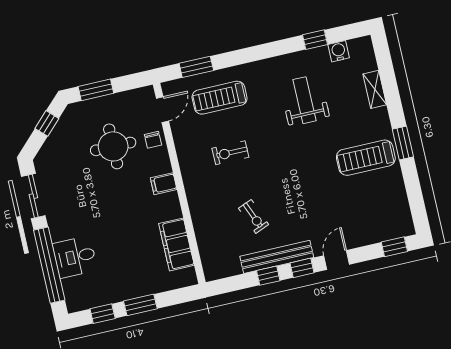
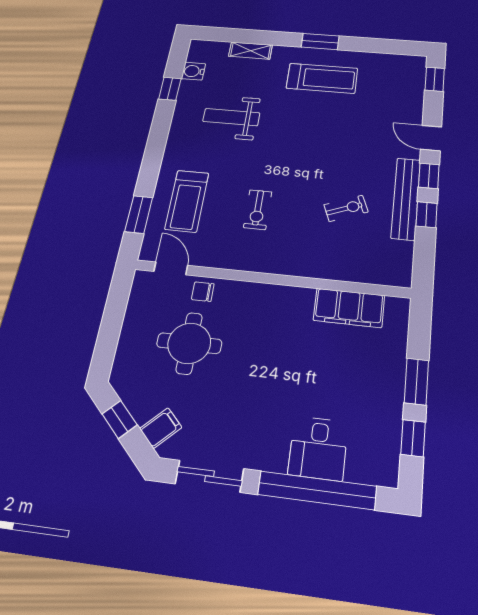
window: (96, 90) -> (108, 340), removed
chair: (153, 140) -> (203, 292), turned 180
treadmill: (366, 158) -> (322, 78), turned -90
filing cabinet: (164, 184) -> (161, 428), moved, turned -135

